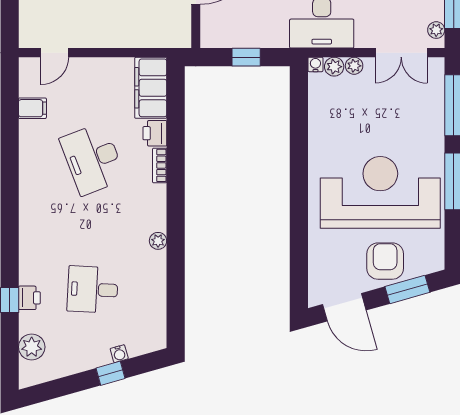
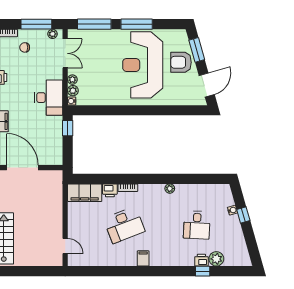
window: (246, 57) -> (68, 128), moved
filing cabinet: (32, 108) -> (143, 258), moved
plant: (32, 347) -> (216, 259), moved

